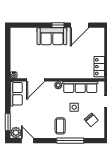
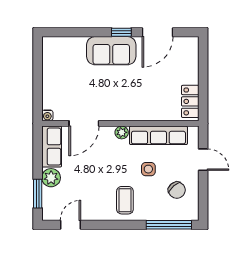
plant: (16, 133) -> (51, 178), moved
door: (27, 141) -> (70, 225), hinge flipped
window: (70, 141) -> (169, 225), moved

